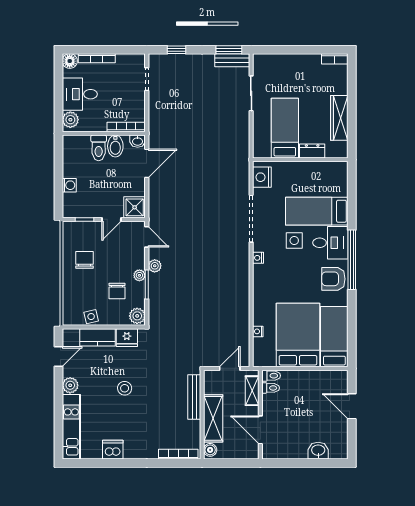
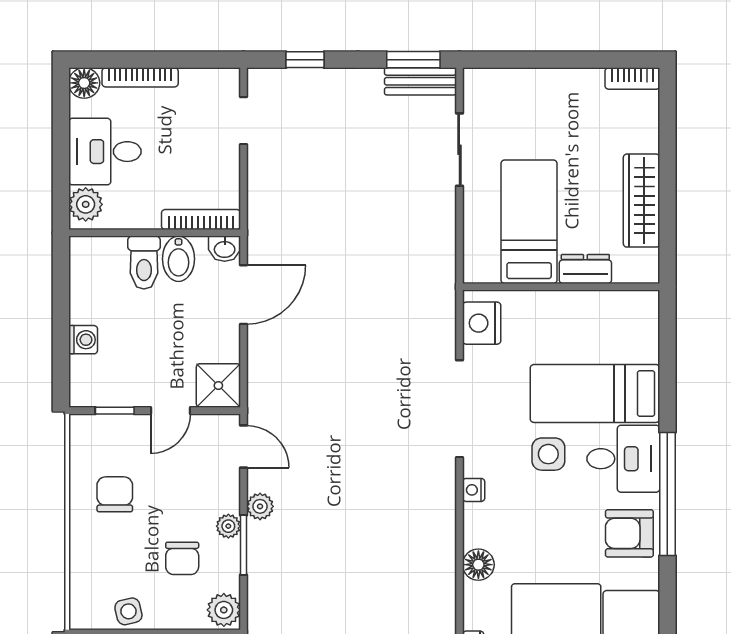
floor lamp: (260, 294) -> (478, 565), added

